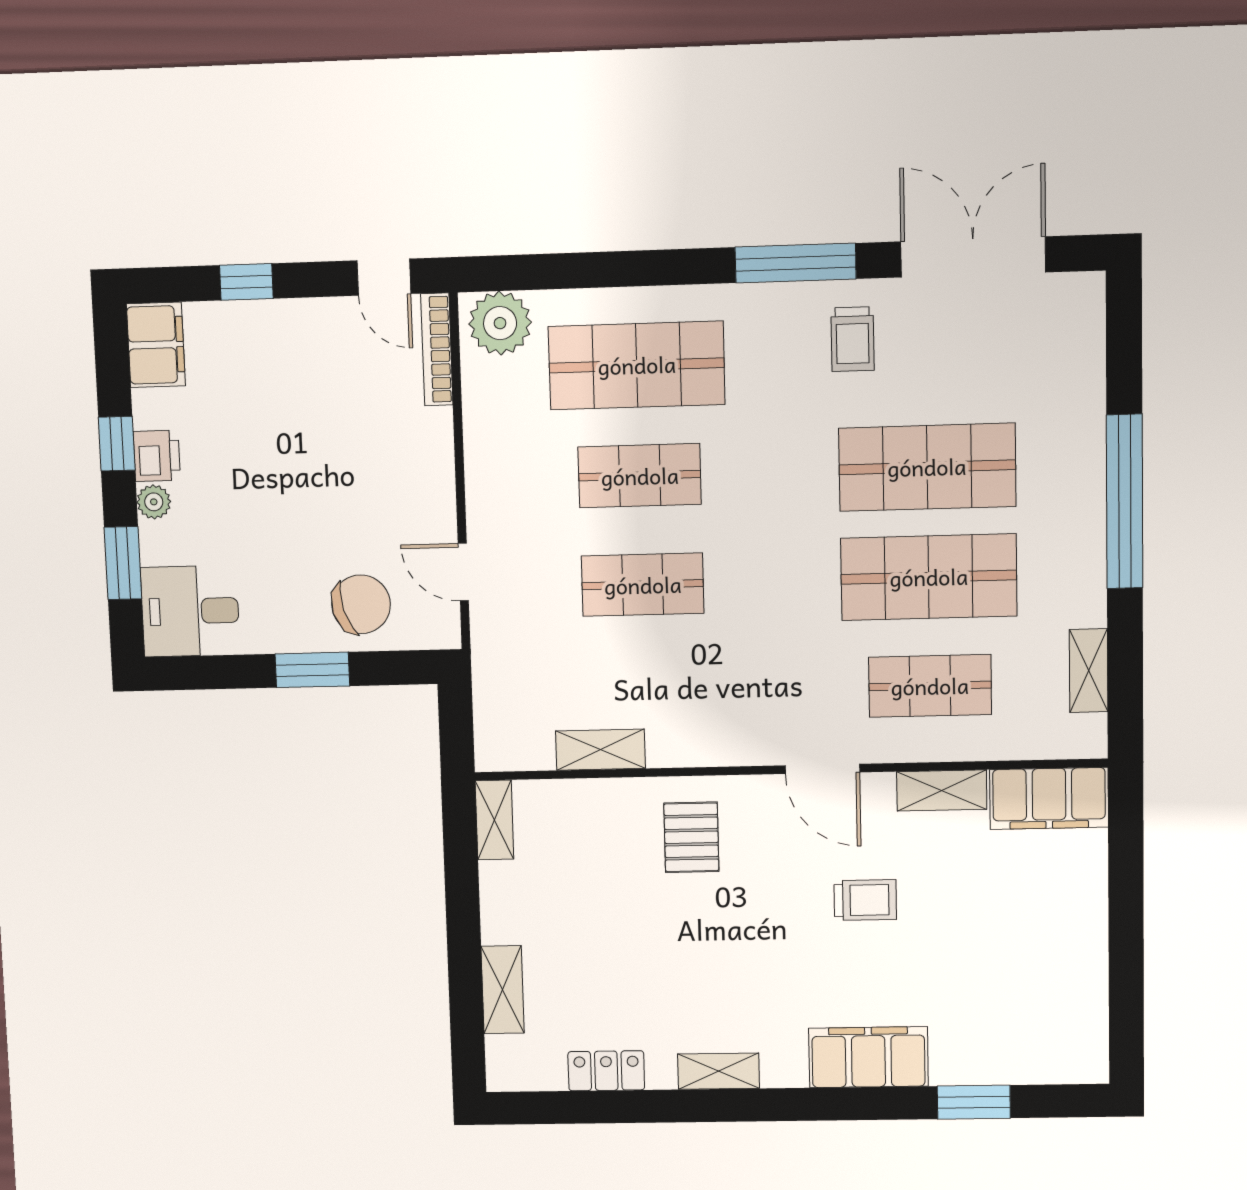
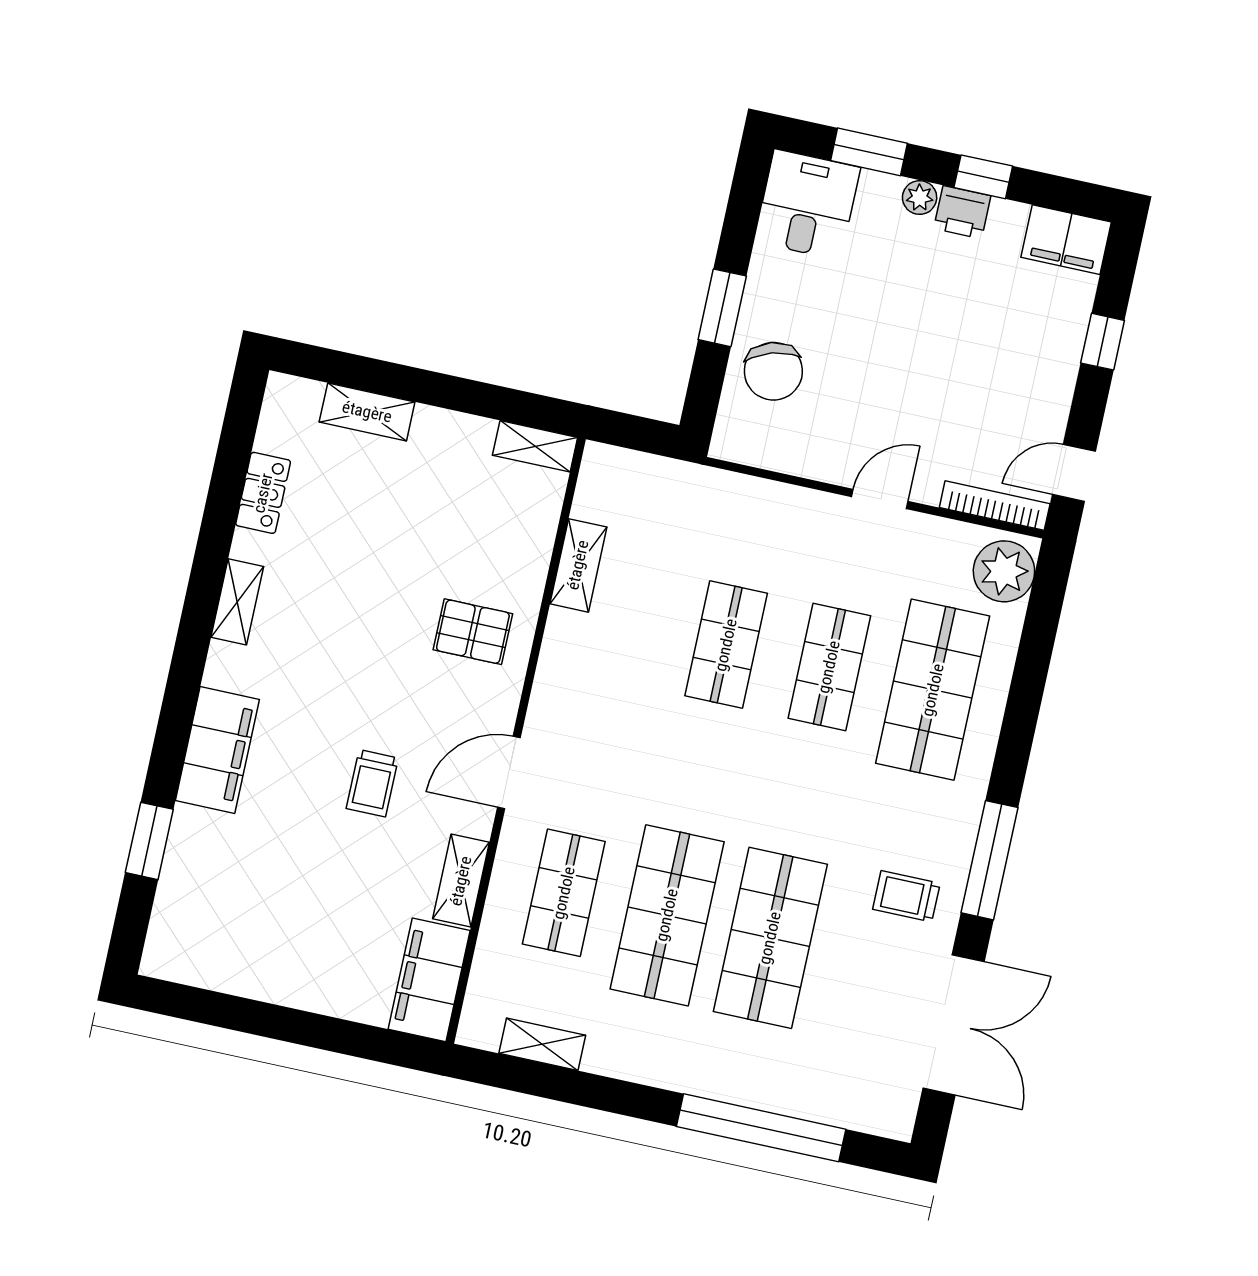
window: (1125, 502) -> (761, 1128), moved
door: (463, 572) -> (880, 499), moved

